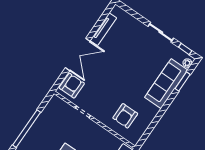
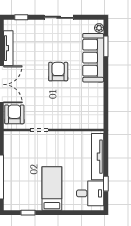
window: (185, 49) -> (21, 17), moved
armchair: (125, 116) -> (58, 72), moved, turned 180

